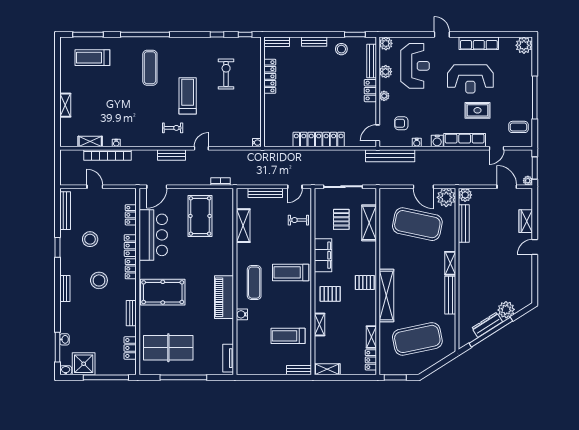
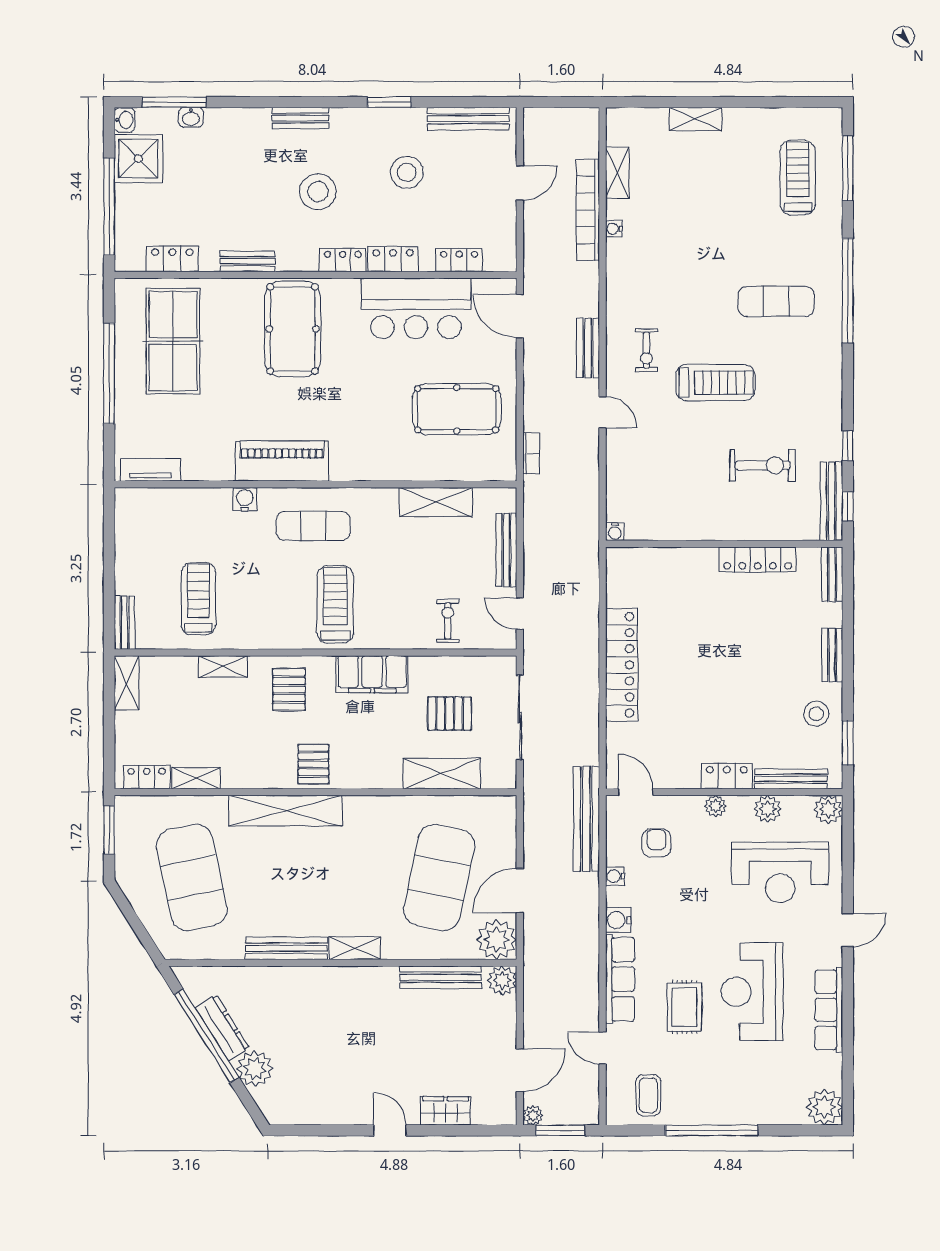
bench: (243, 42) -> (831, 501), added

